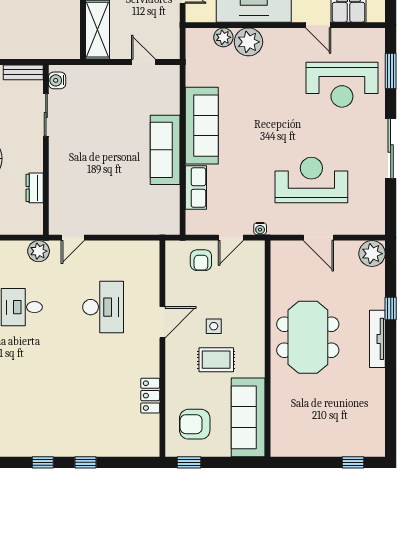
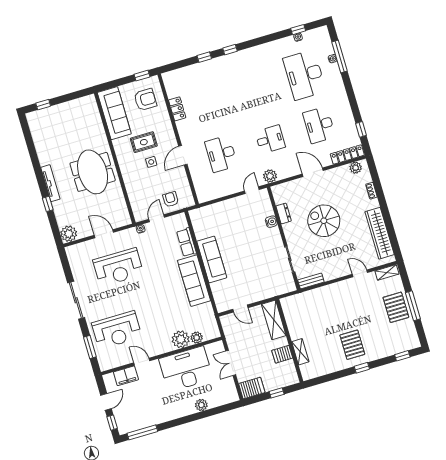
water cooler: (57, 80) -> (271, 222), moved
reception desk: (342, 85) -> (117, 330), turned 180

